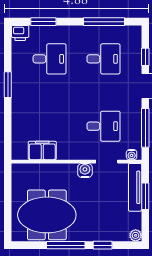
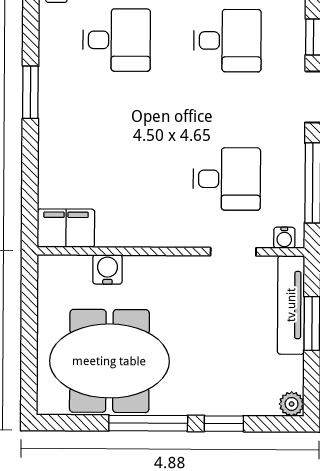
filing cabinet: (42, 150) -> (66, 228), moved
water cooler: (85, 170) -> (107, 269), moved

